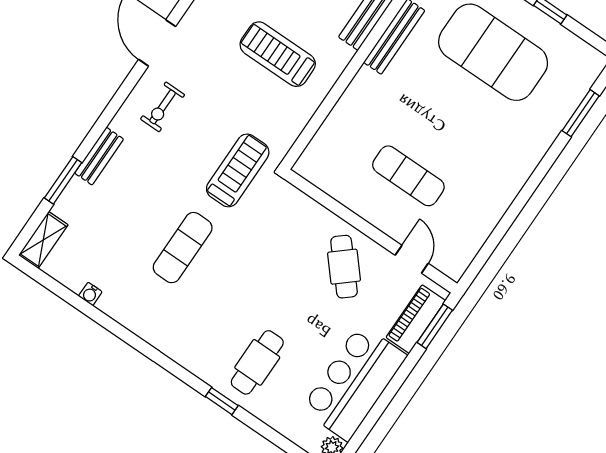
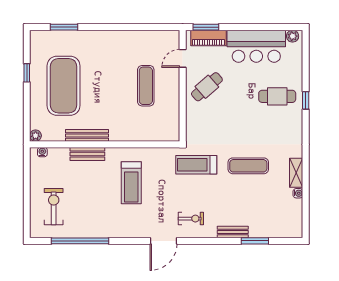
shelving: (43, 240) -> (296, 173), moved, turned 90

